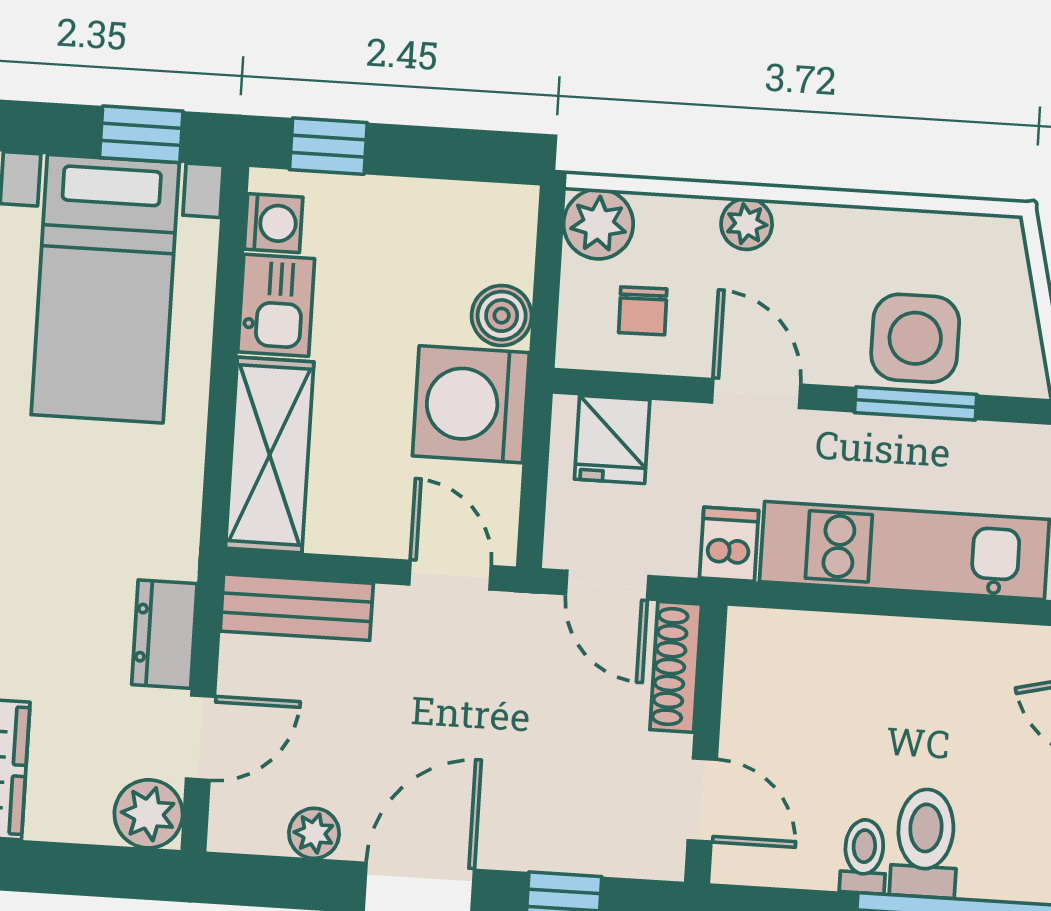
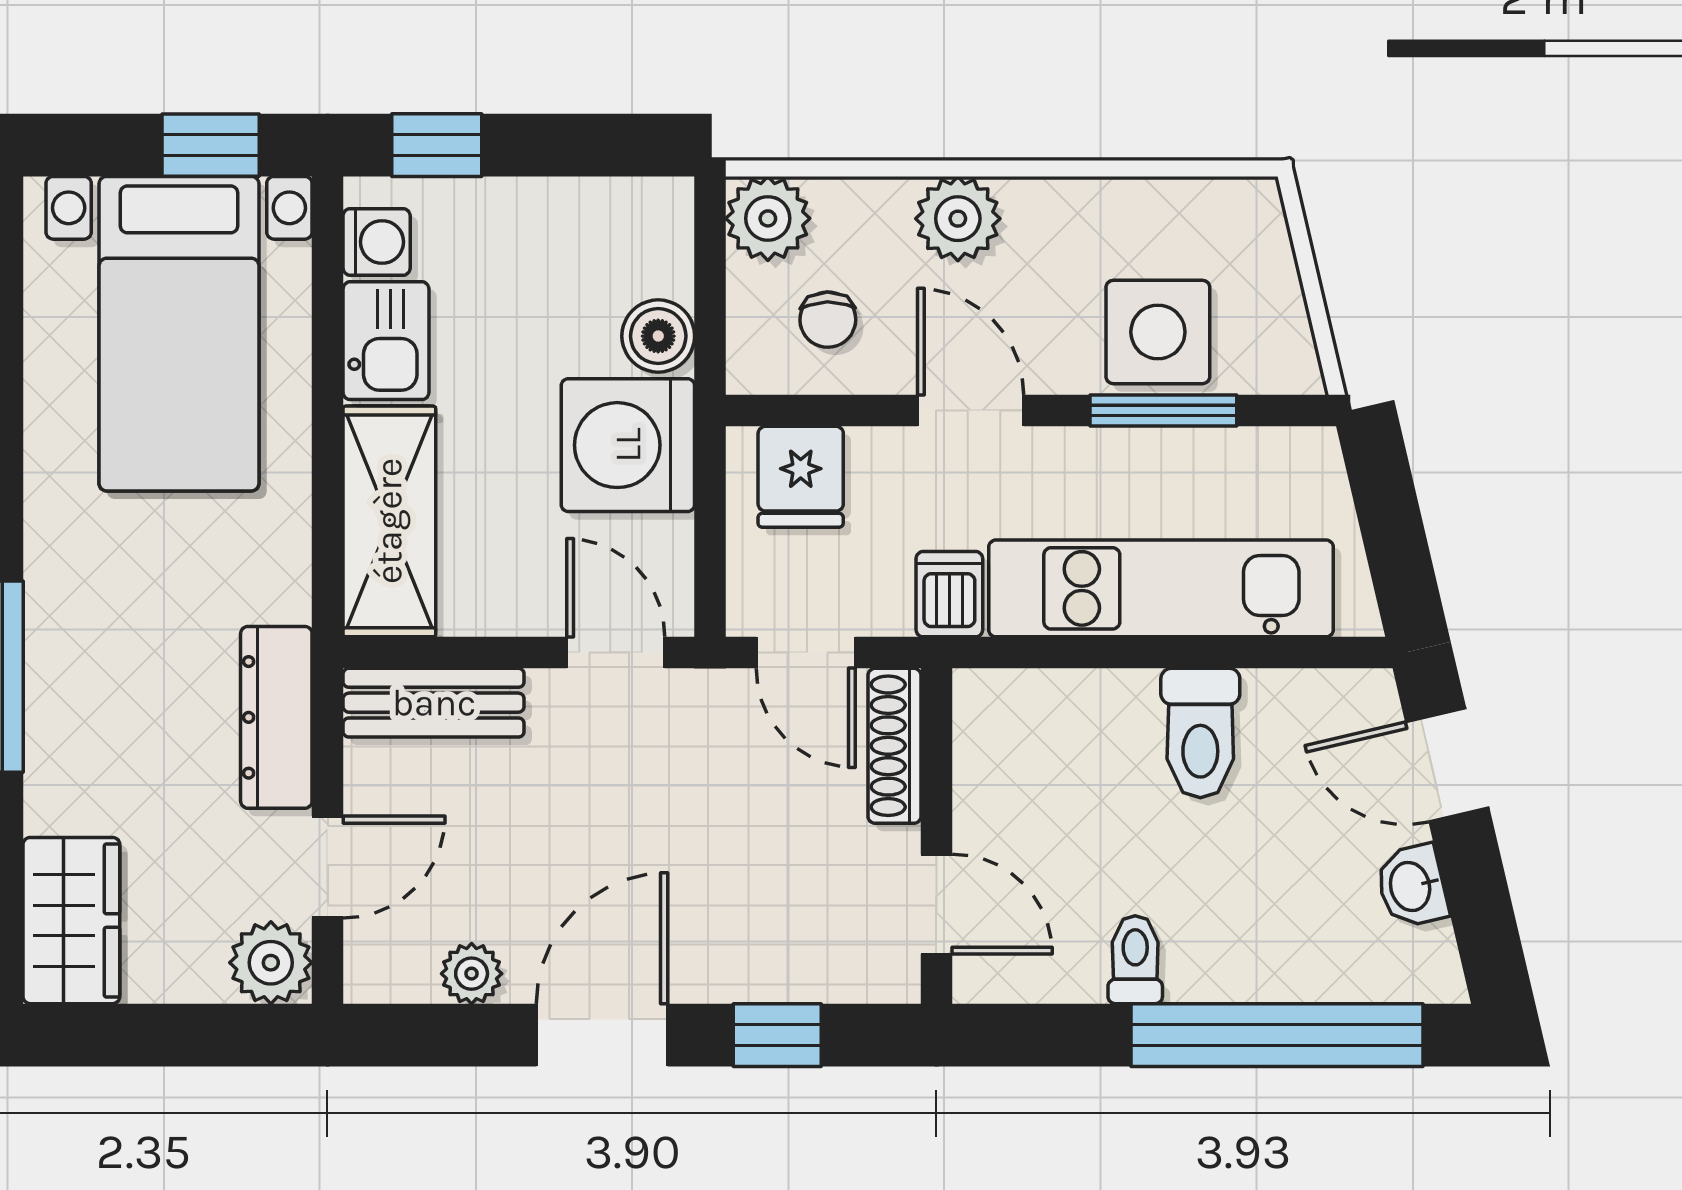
plant: (747, 224) -> (958, 219), width x1.38, depth x1.38
dresser: (164, 634) -> (276, 717), width x1.44
toilet: (925, 843) -> (1200, 733), moved, turned 180

